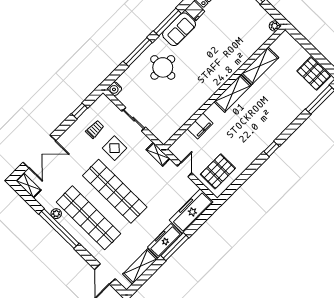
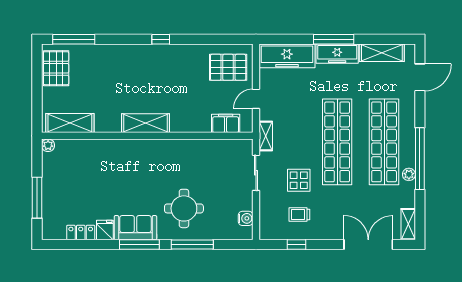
shelving: (260, 66) -> (70, 123), moved
water cooler: (115, 89) -> (246, 218), moved
sliding door: (134, 119) -> (256, 173), moved
filing cabinet: (200, 126) -> (226, 123), moved

